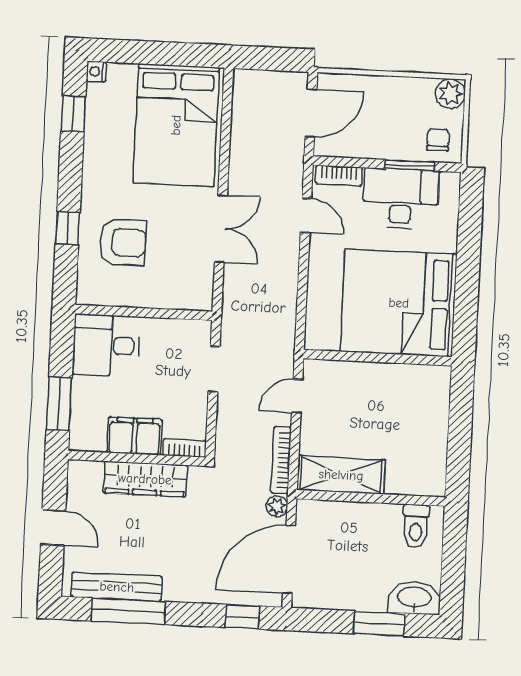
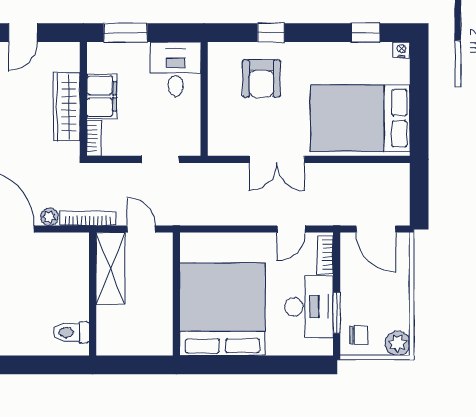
shelving: (341, 475) -> (111, 268), moved
wall: (371, 498) -> (93, 294), moved
toilet: (416, 526) -> (71, 332), moved

